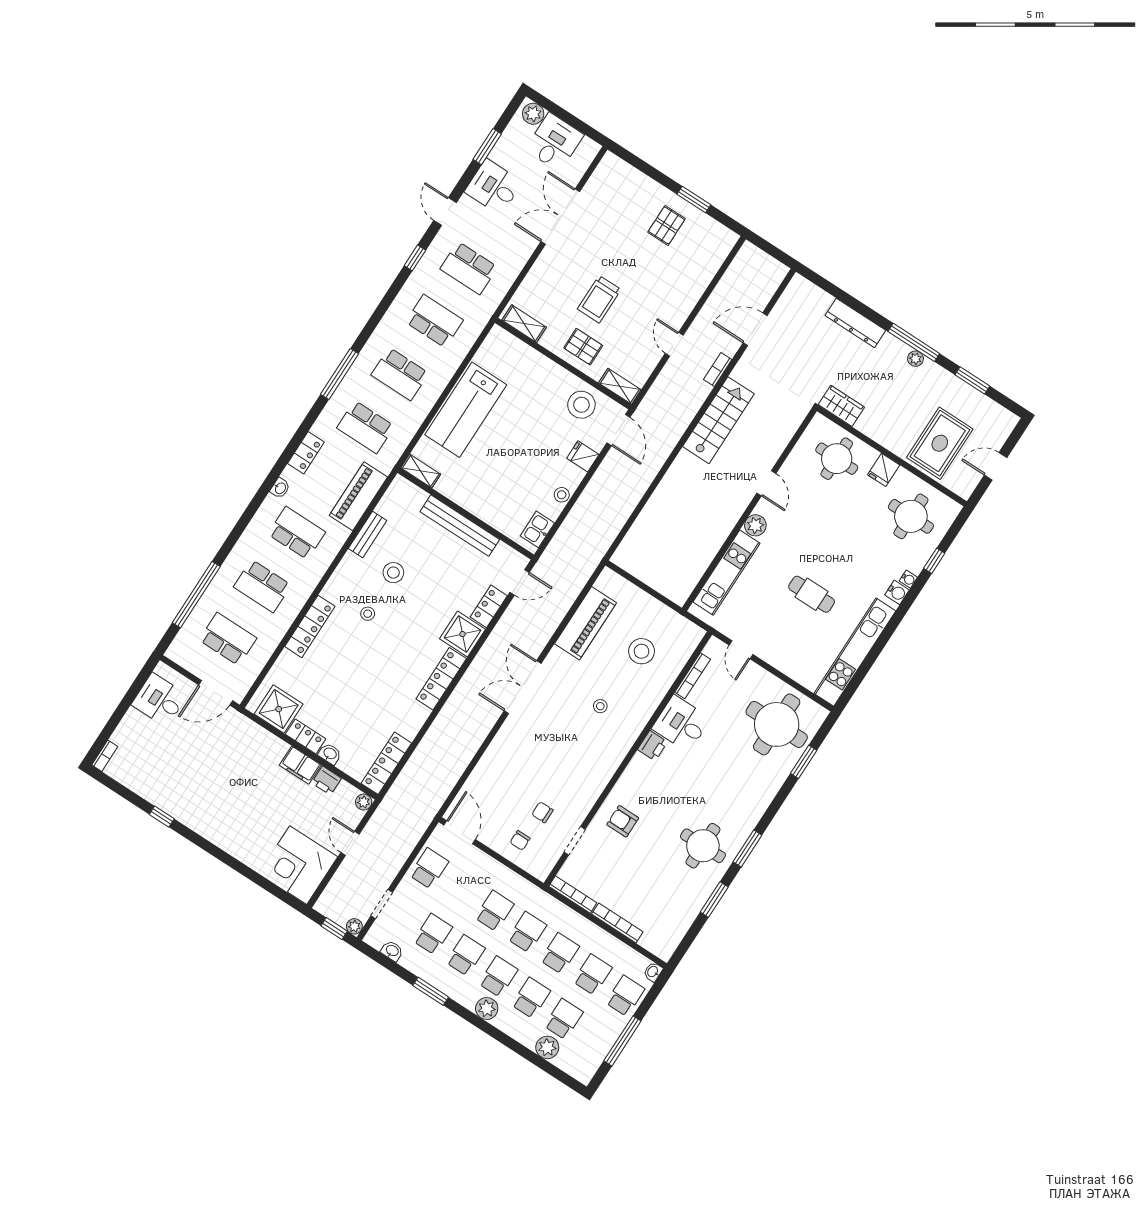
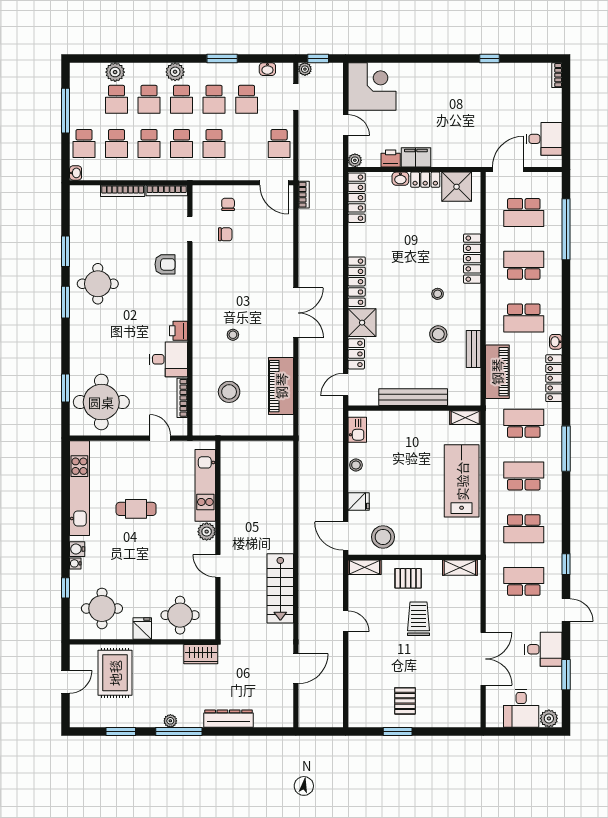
bookcase: (718, 369) -> (304, 195), moved
locker: (306, 453) -> (554, 378), width x1.53

